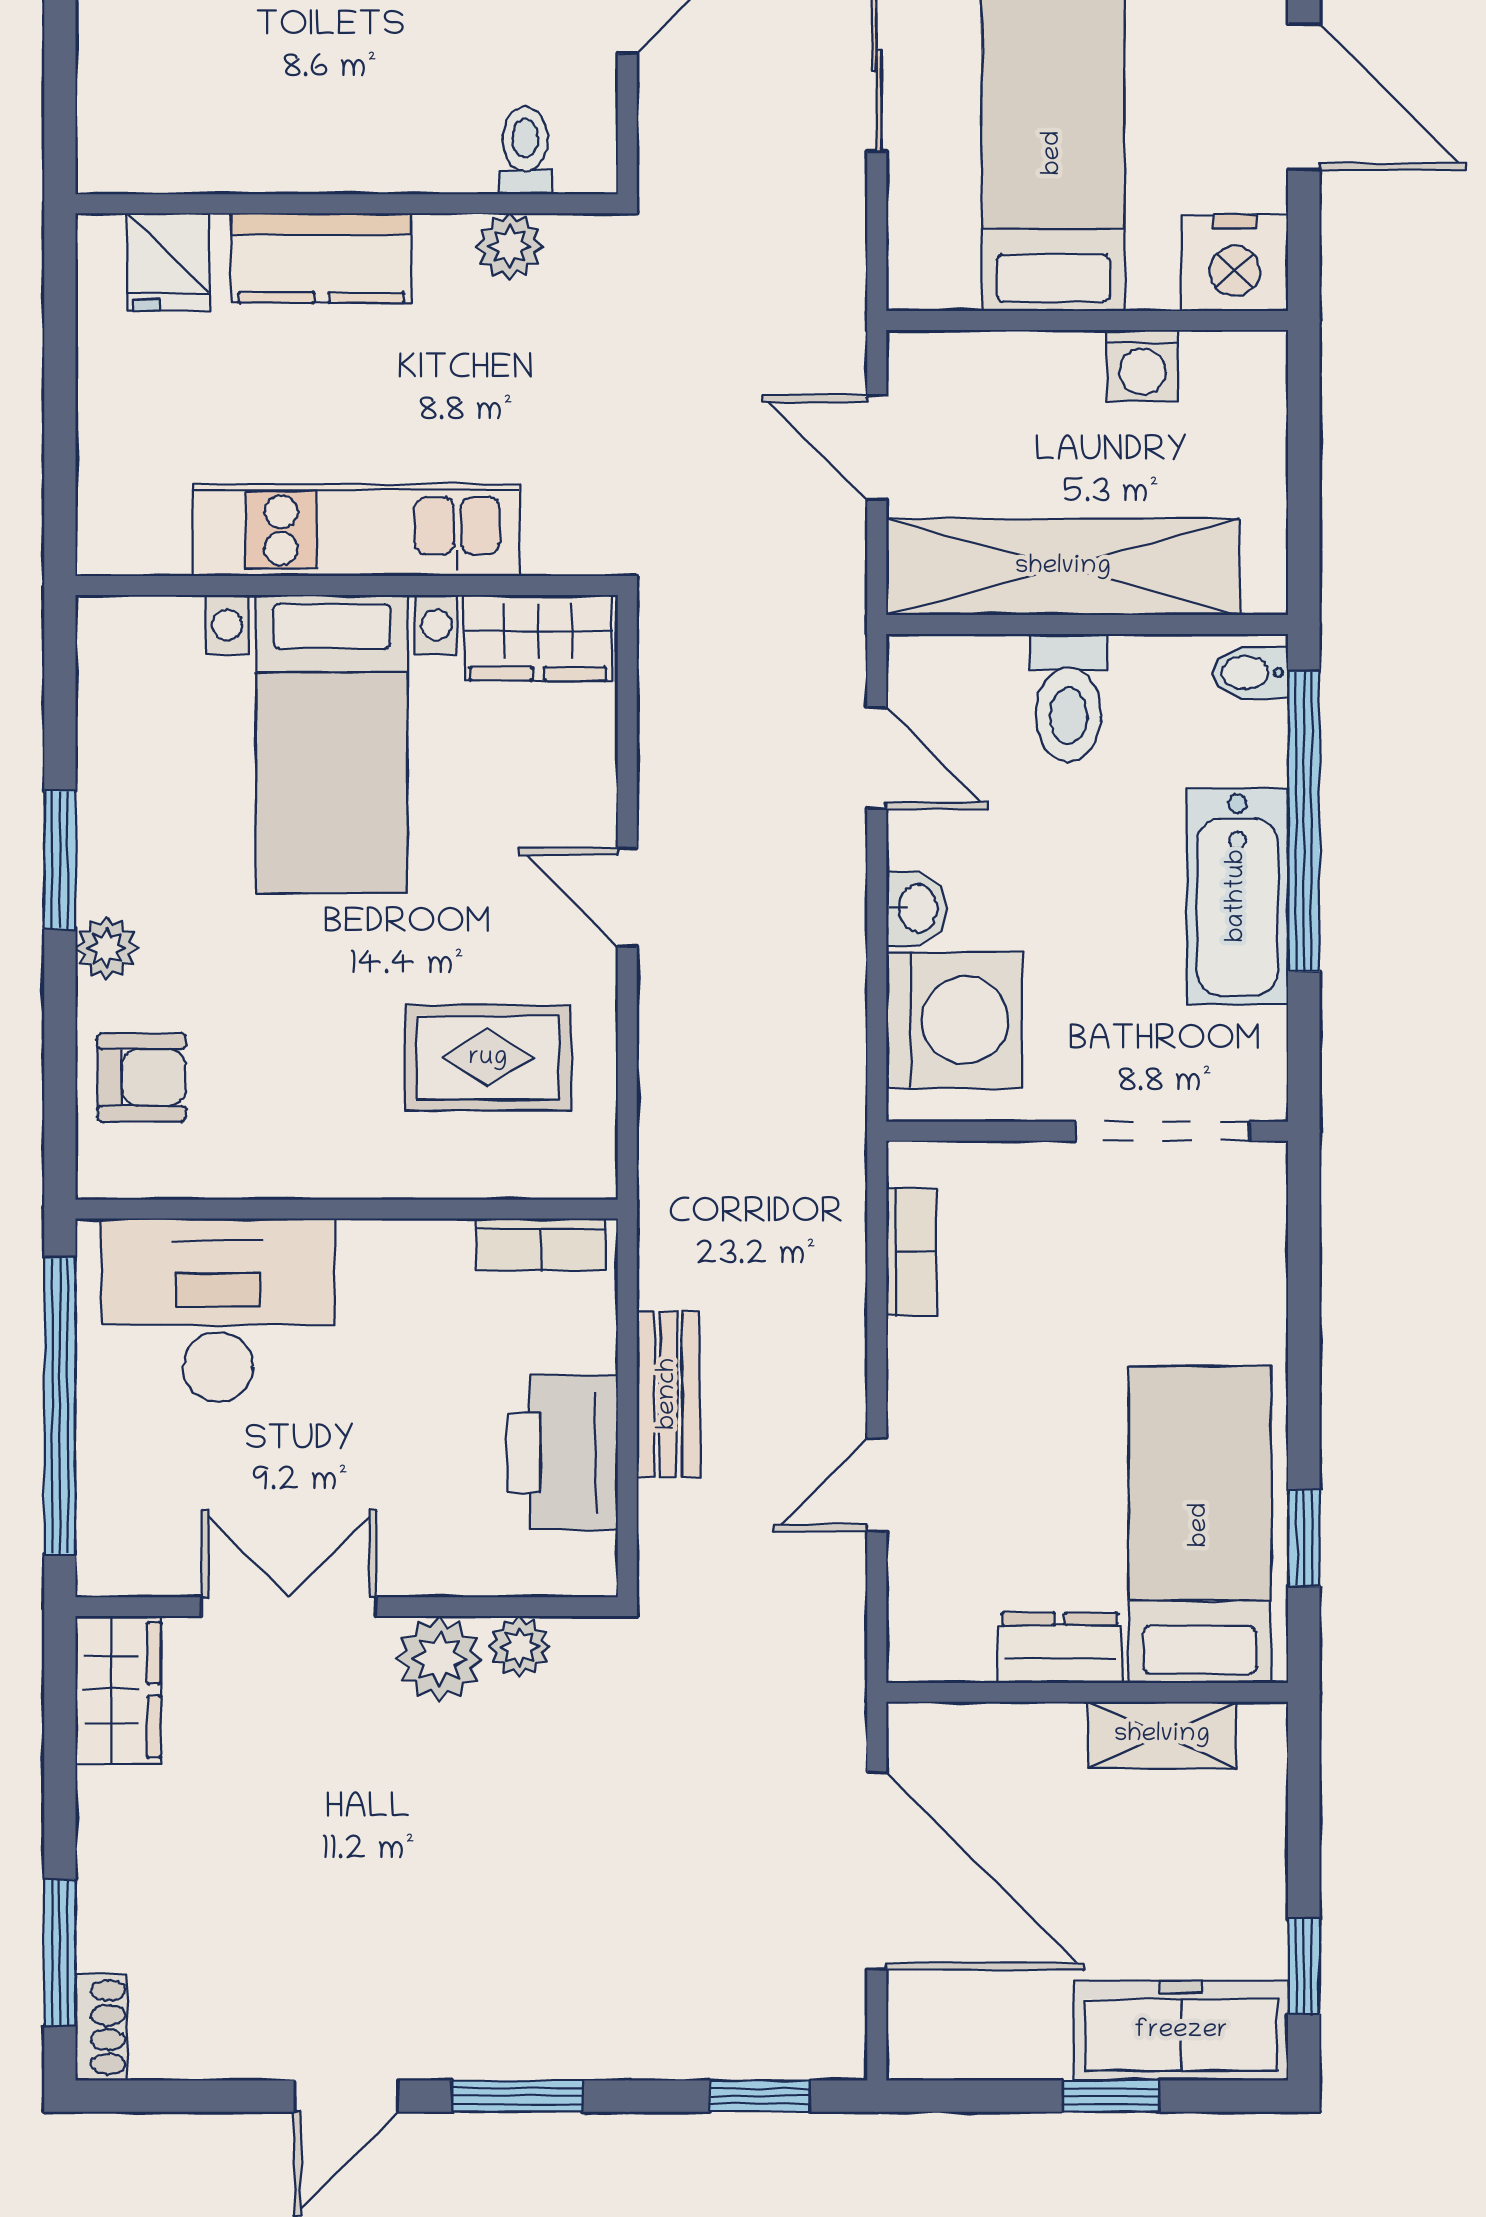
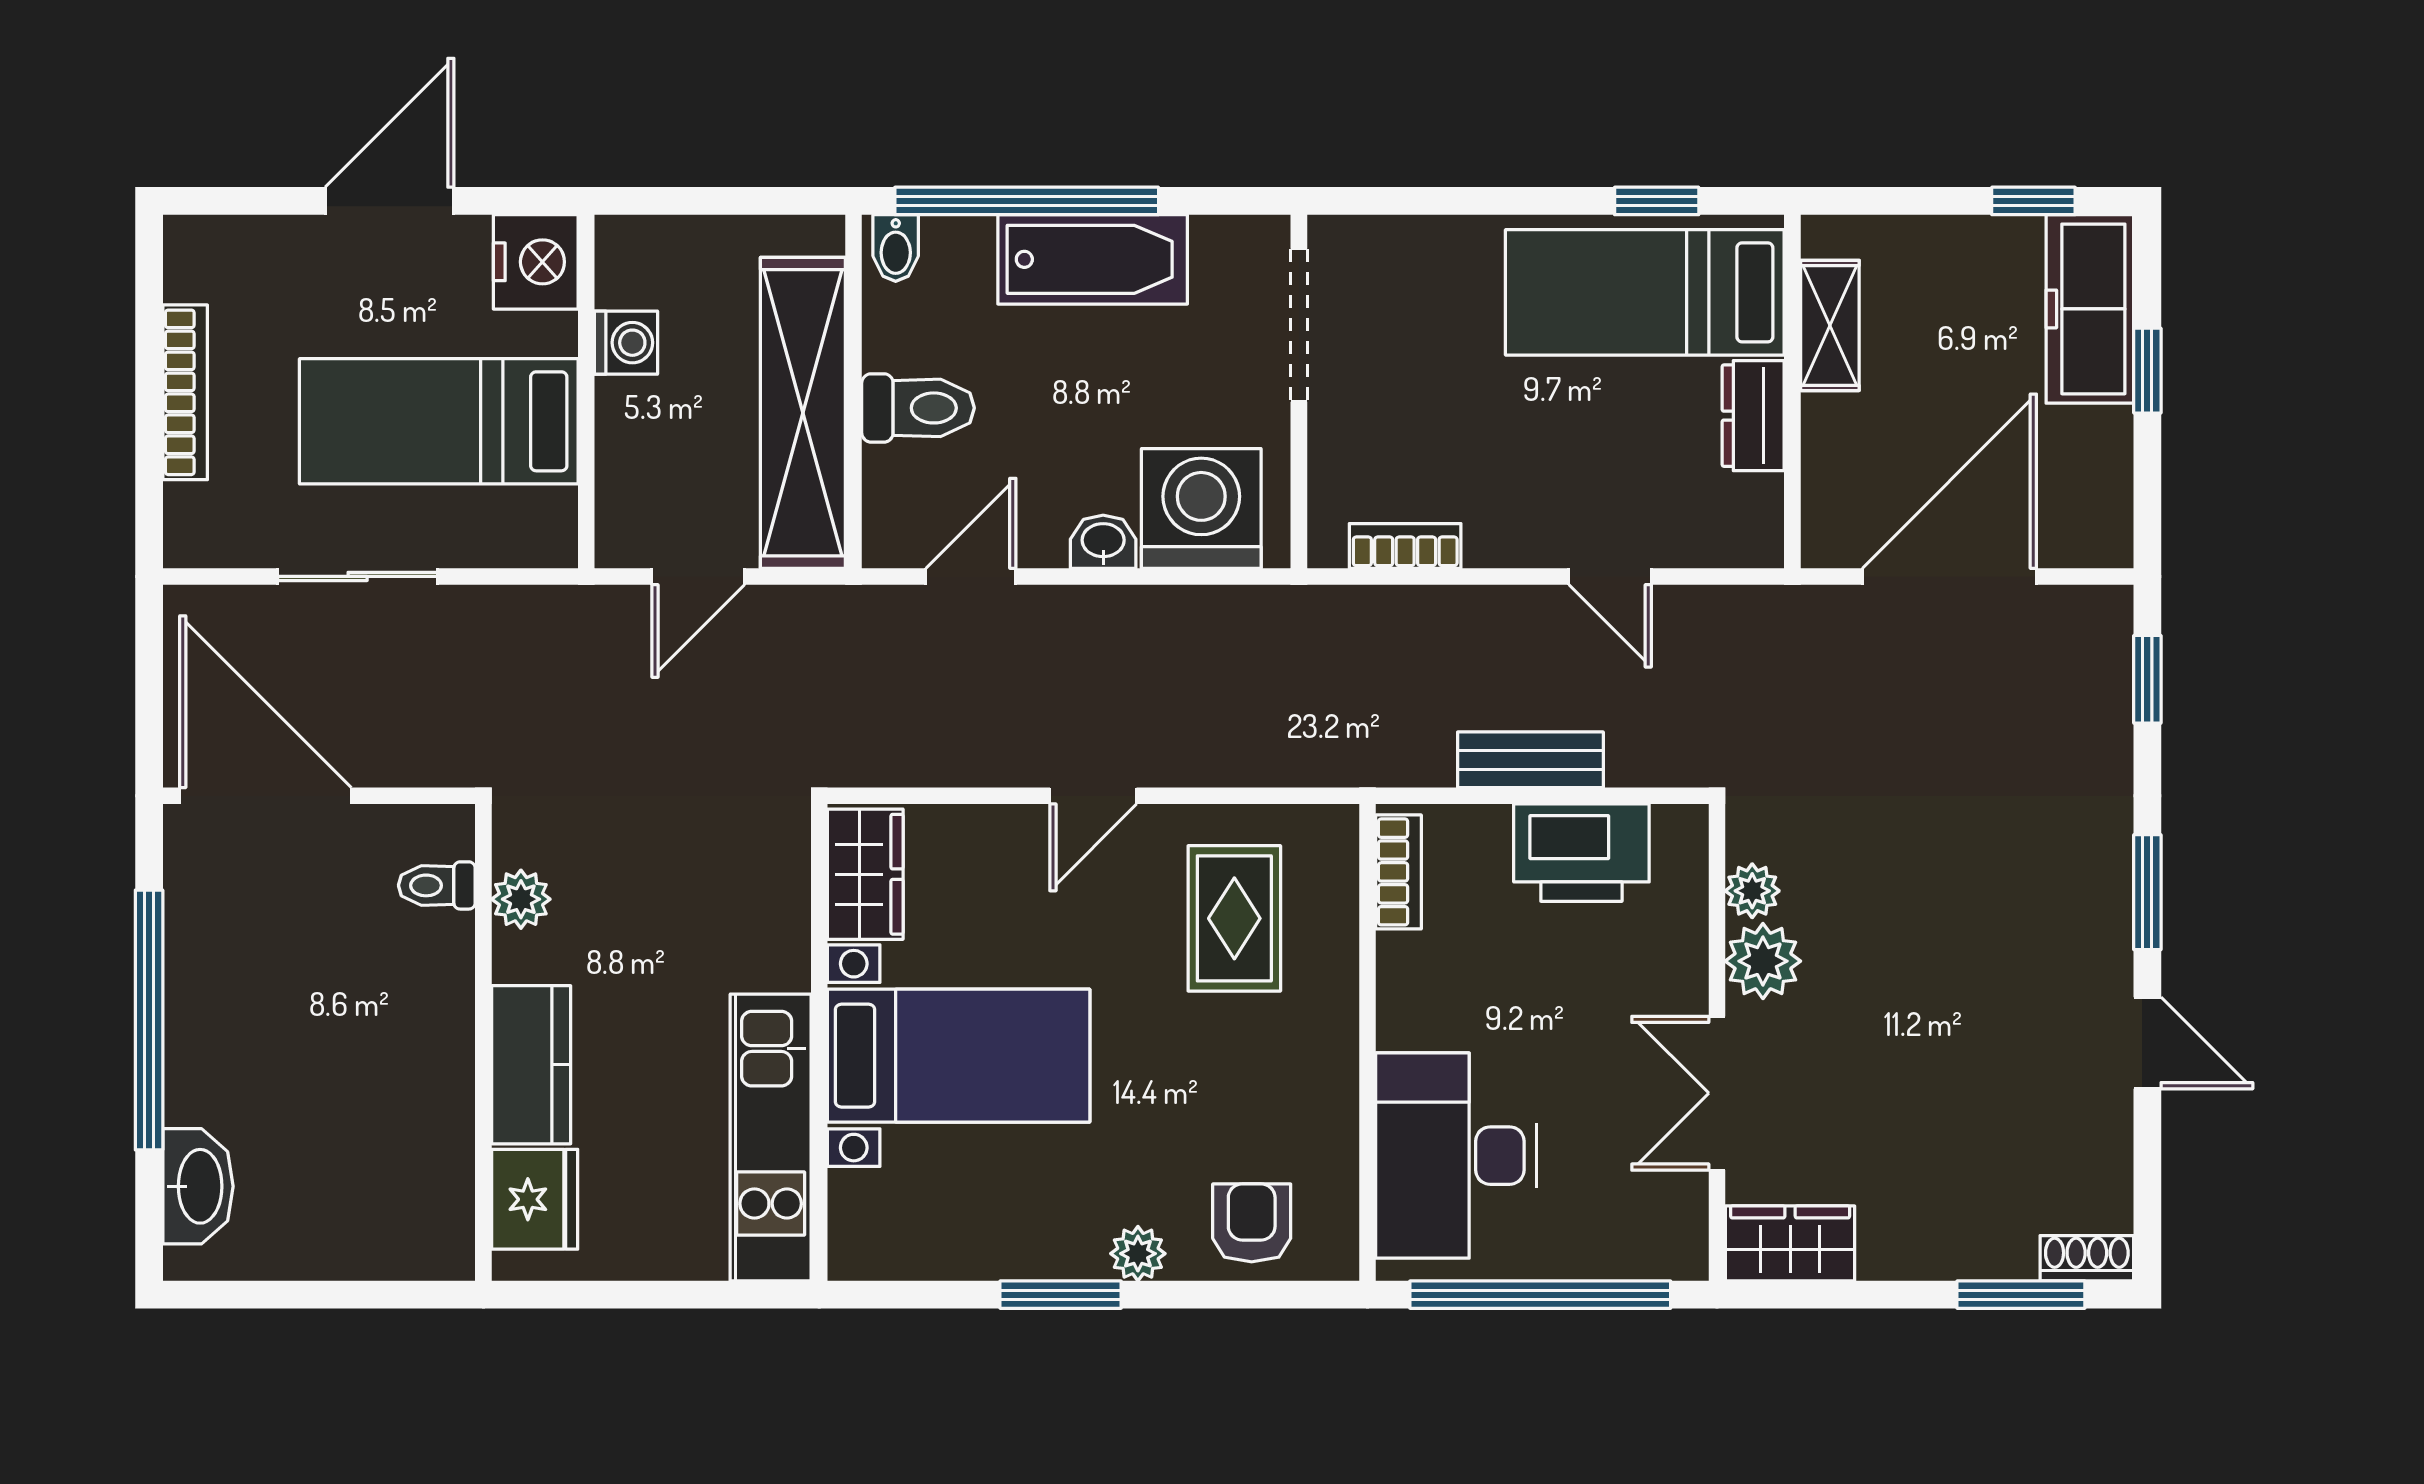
fridge: (168, 262) -> (535, 1199), width x1.38
kitchen unit: (356, 530) -> (771, 1138), moved

